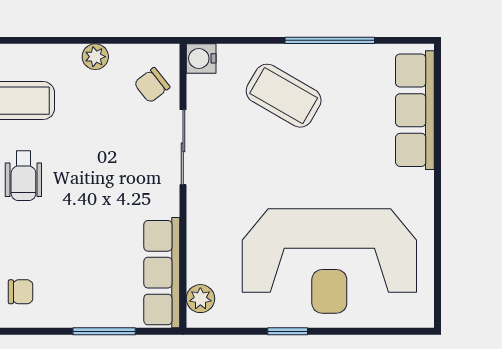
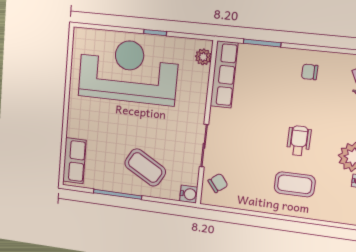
plant: (95, 57) -> (248, 203), removed
row of seats: (415, 110) -> (74, 161), width x0.68

